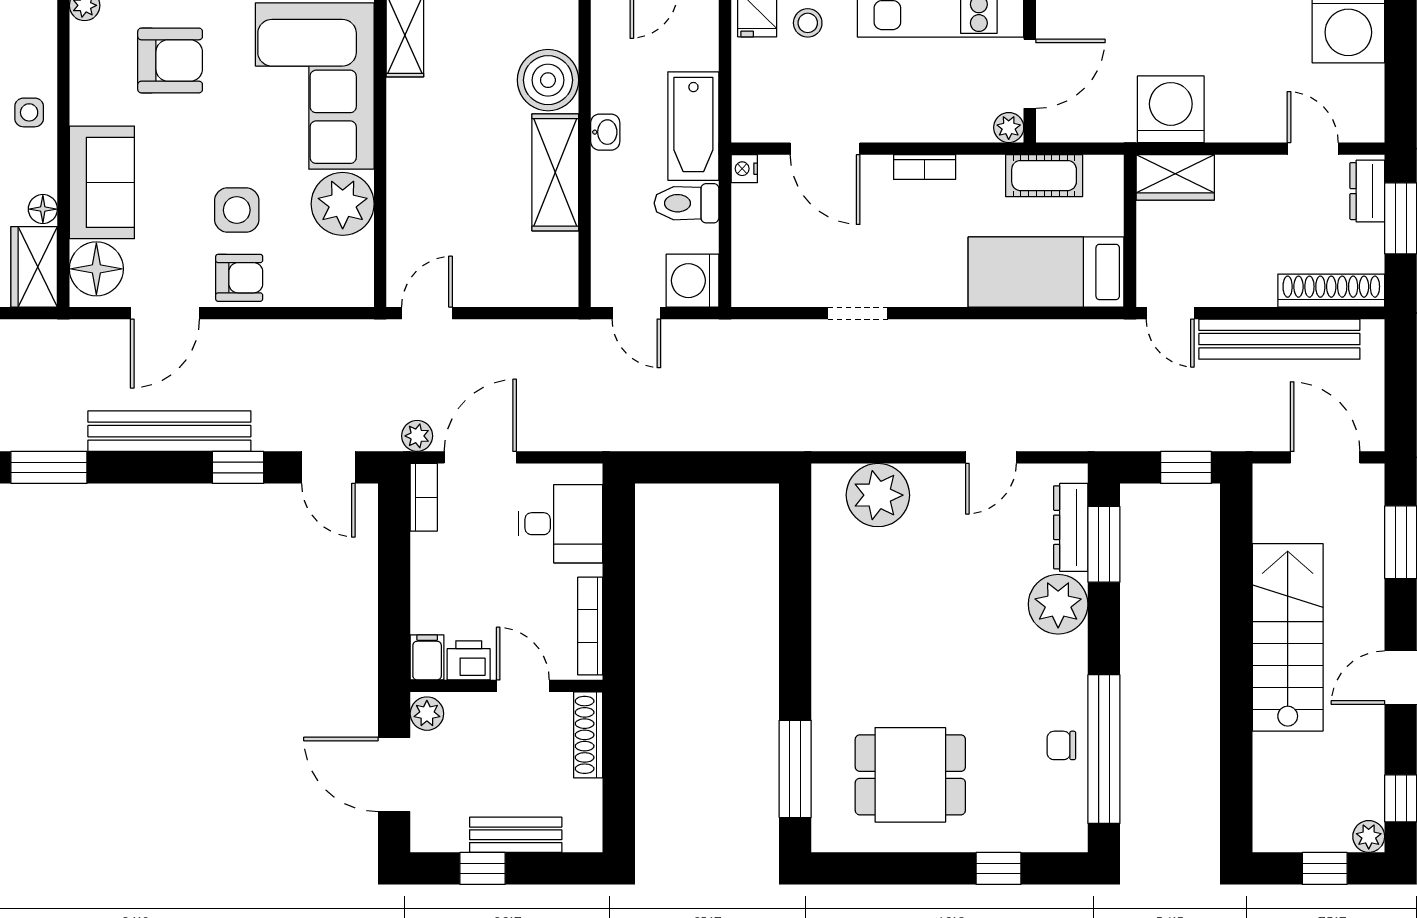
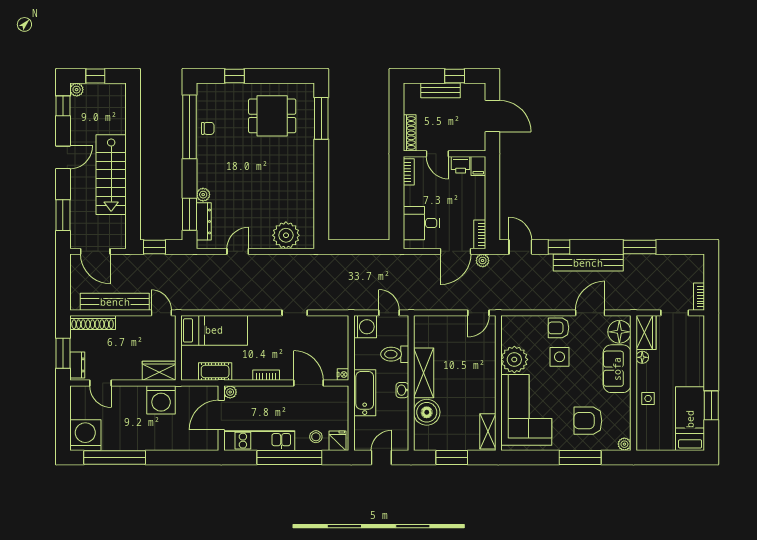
toilet: (687, 203) -> (395, 354), moved, turned 180
plant: (1058, 604) -> (203, 195), width x0.53, depth x0.53
bookcase: (590, 626) -> (409, 172), width x0.64
plant: (427, 714) -> (478, 142), removed

